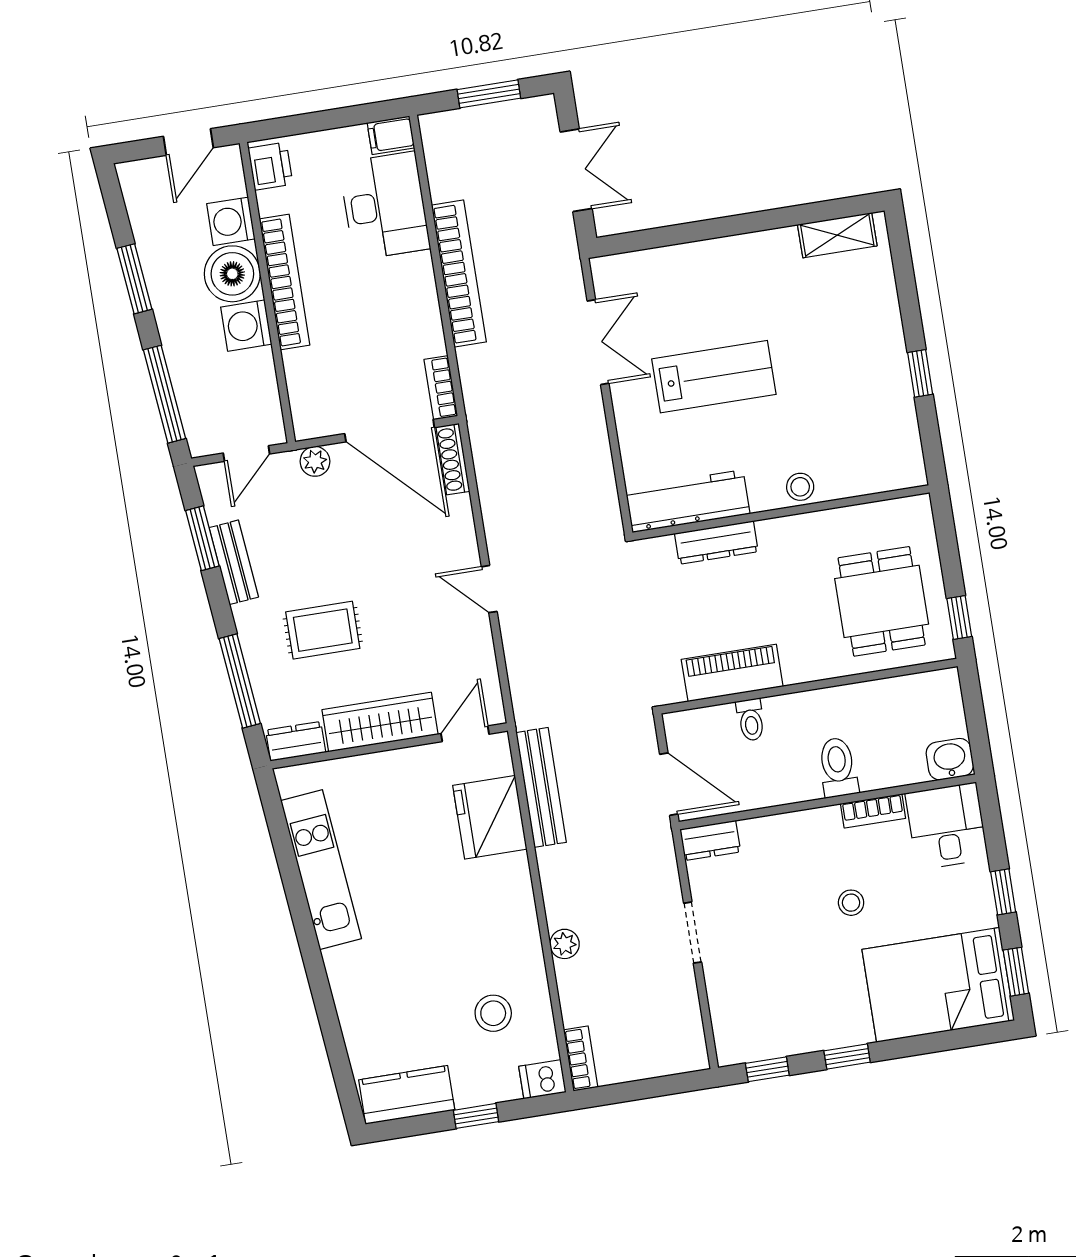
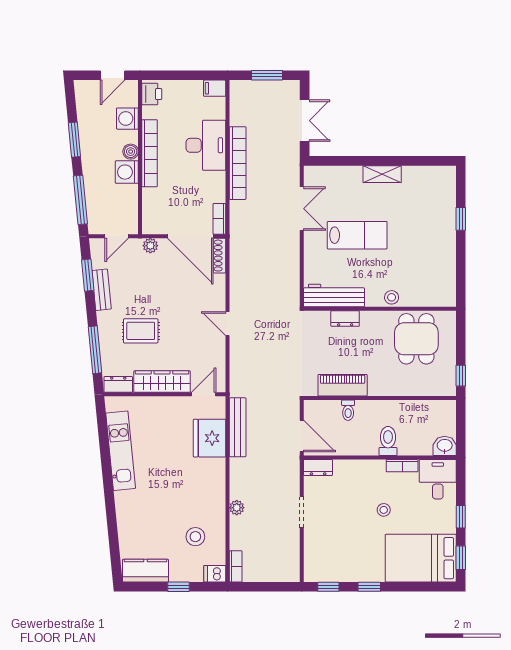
desk: (385, 206) -> (206, 145), moved
shelving: (837, 235) -> (382, 174), moved
boiler: (232, 274) -> (131, 152), width x0.54, depth x0.54
window: (920, 373) -> (461, 219), moved
dresser: (716, 542) -> (345, 319), width x0.70
dining table: (882, 601) -> (416, 339), moved

